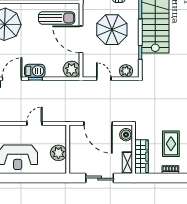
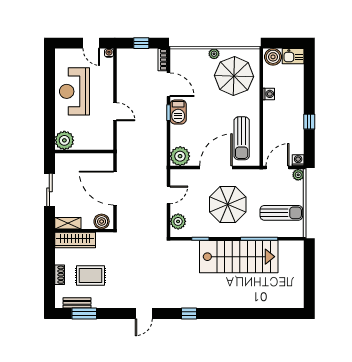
door: (98, 123) -> (115, 188), hinge flipped
plant: (58, 153) -> (64, 140), moved

